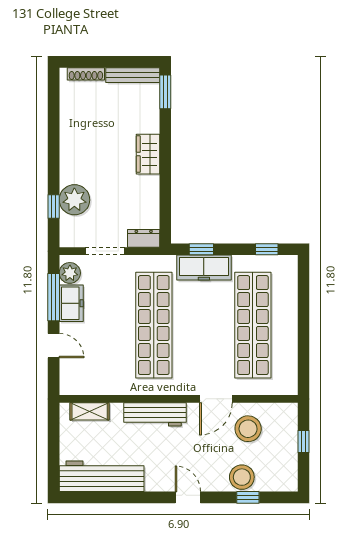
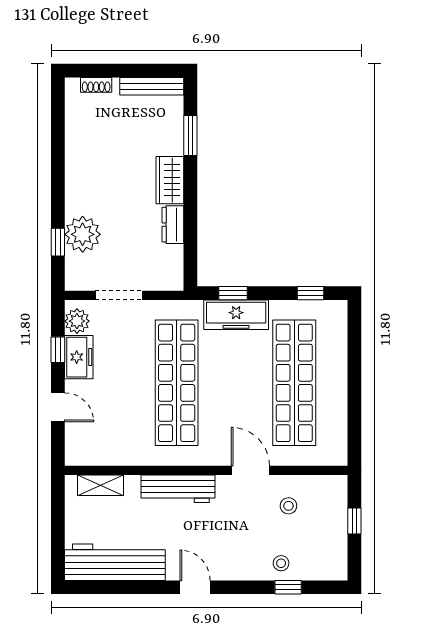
shoe rack: (86, 74) -> (96, 85), width x0.70
window: (165, 92) -> (190, 136), moved
dresser: (144, 238) -> (173, 225), moved, turned -90
window: (54, 297) -> (58, 350), width x0.46
door: (216, 399) -> (250, 470), swing flipped
stool: (248, 429) -> (288, 506), width x0.53, depth x0.53
stool: (242, 477) -> (281, 563), width x0.53, depth x0.53
door: (188, 497) -> (195, 587), moved

